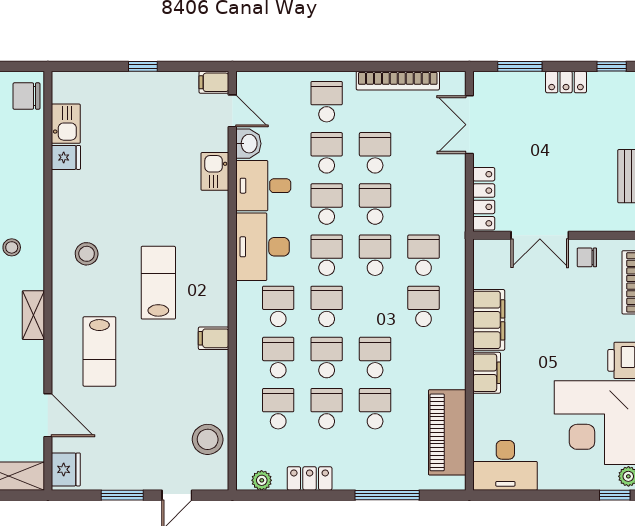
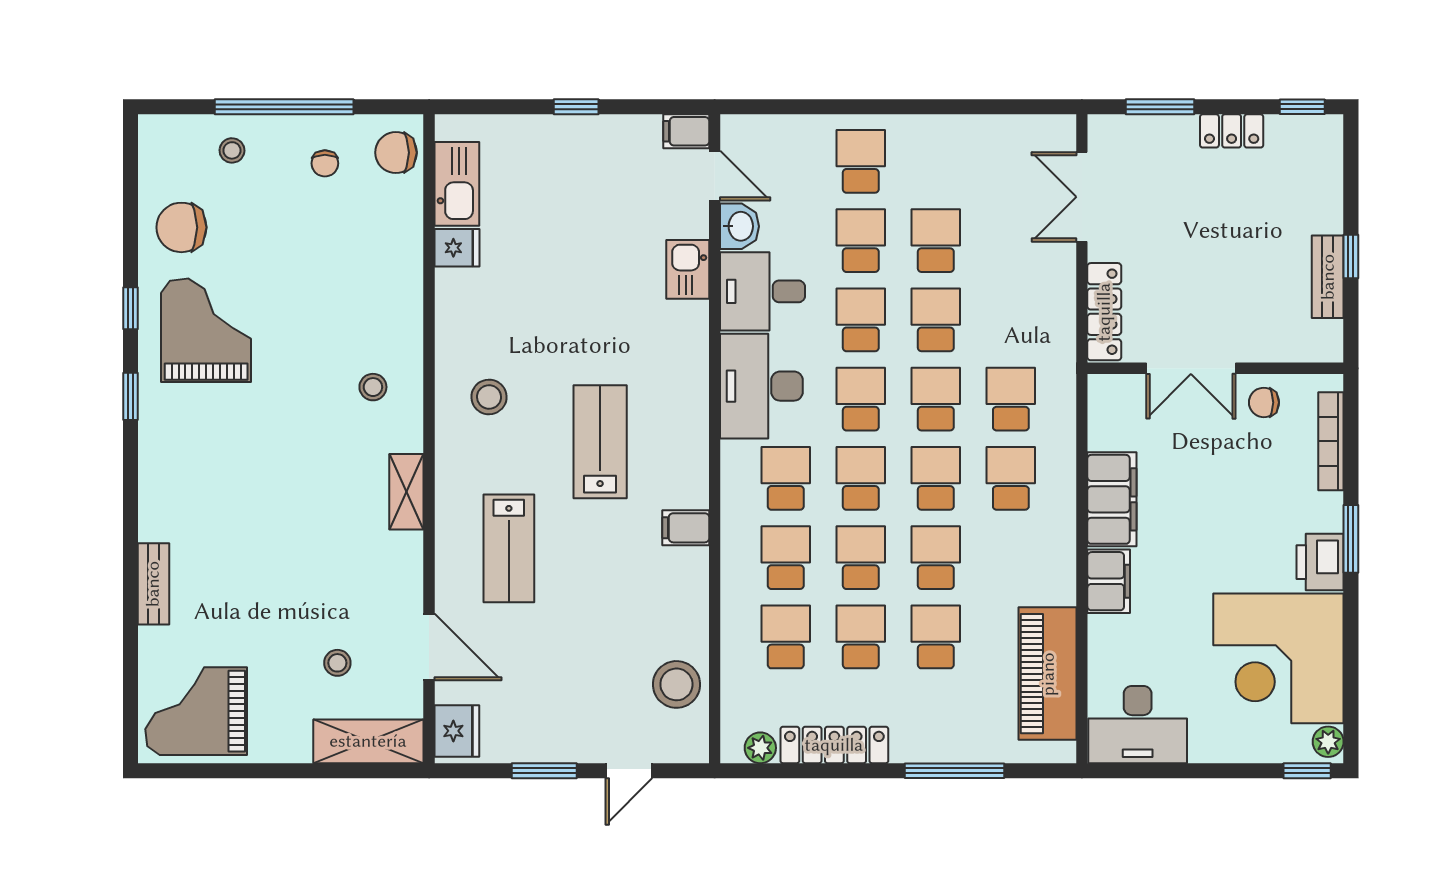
bookcase: (398, 81) -> (971, 129), removed
kitchen sink: (66, 124) -> (457, 184), width x1.38
school desk: (375, 306) -> (936, 478), added
locker: (310, 478) -> (834, 745), width x1.53

